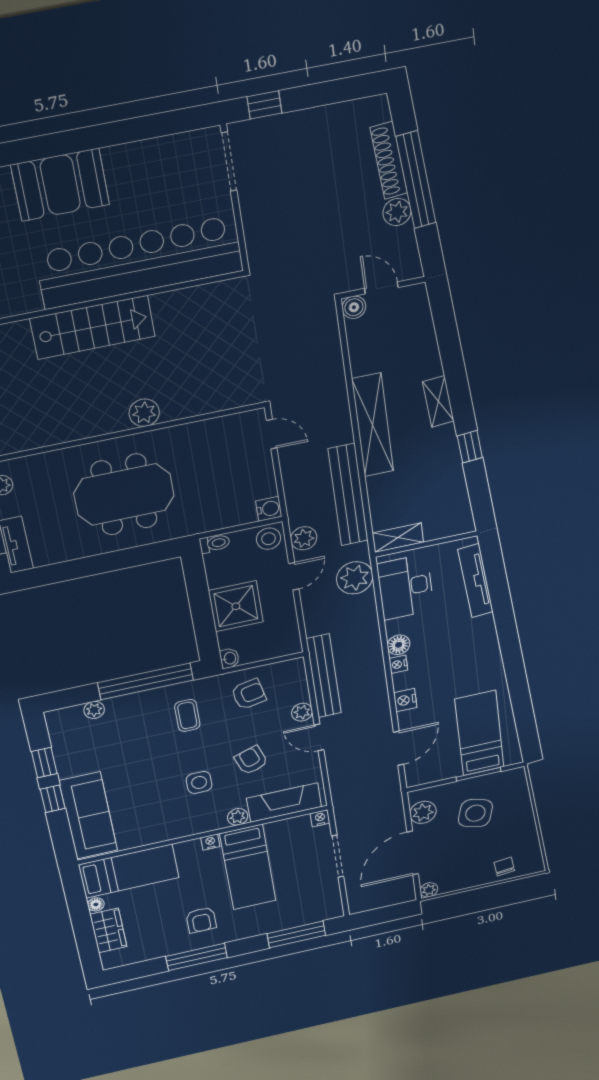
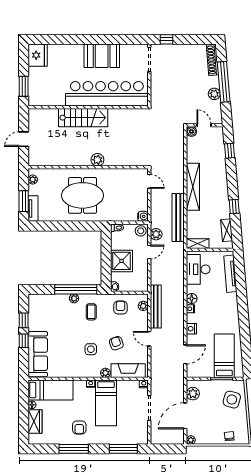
shoe rack: (389, 160) -> (212, 60), moved
booth: (60, 185) -> (102, 56), moved
window: (447, 332) -> (229, 151), added
shelving: (438, 401) -> (227, 230), moved
plant: (355, 578) -> (176, 259), removed
armchair: (249, 694) -> (120, 308), turned -78
plant: (94, 710) -> (74, 298), moved
plant: (302, 712) -> (143, 306), moved
side table: (475, 813) -> (232, 400), moved

